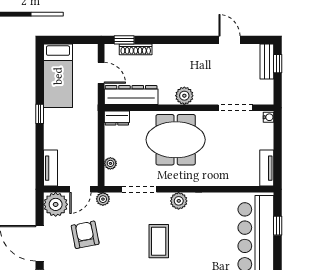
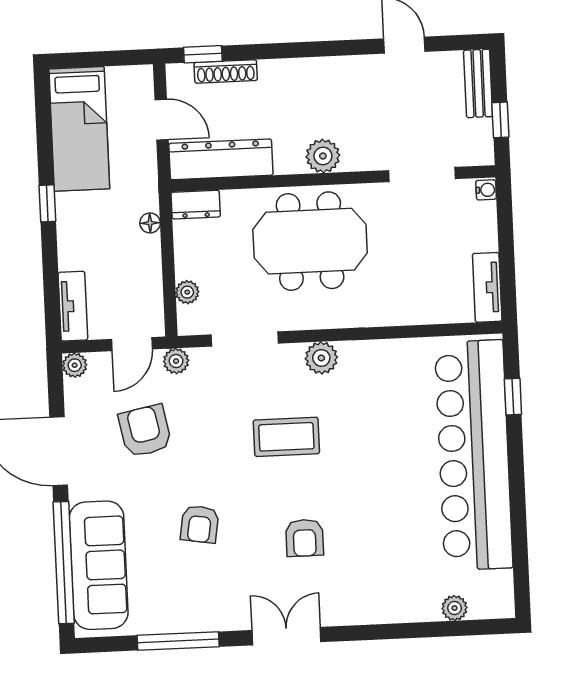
window: (278, 64) -> (500, 120), moved
floor lamp: (93, 126) -> (150, 223), added
plant: (56, 204) -> (75, 365), width x0.53, depth x0.53
coffee table: (159, 241) -> (286, 437), turned 90

